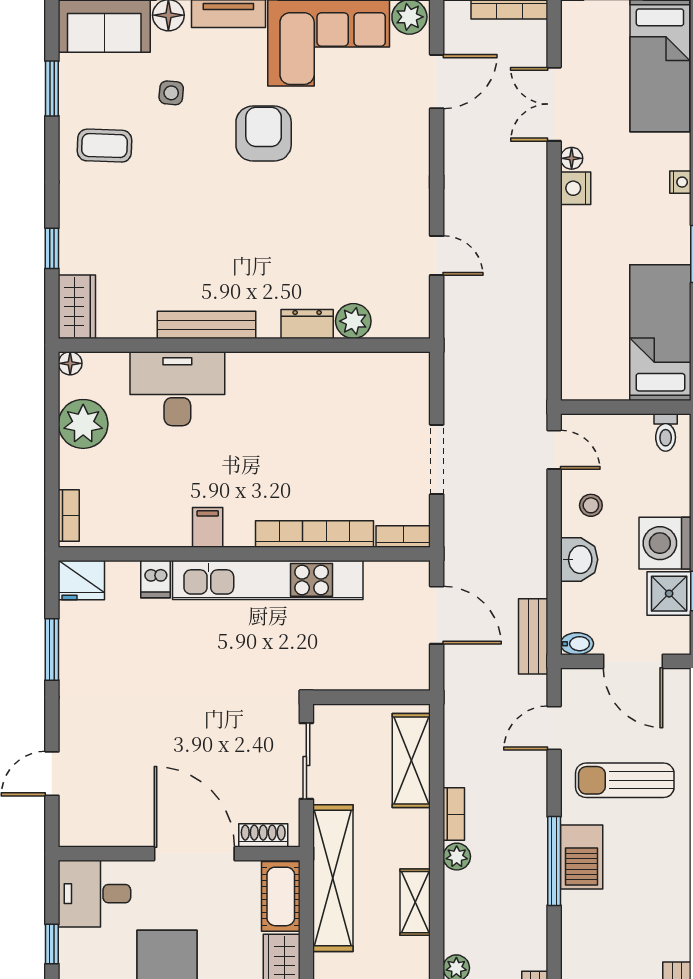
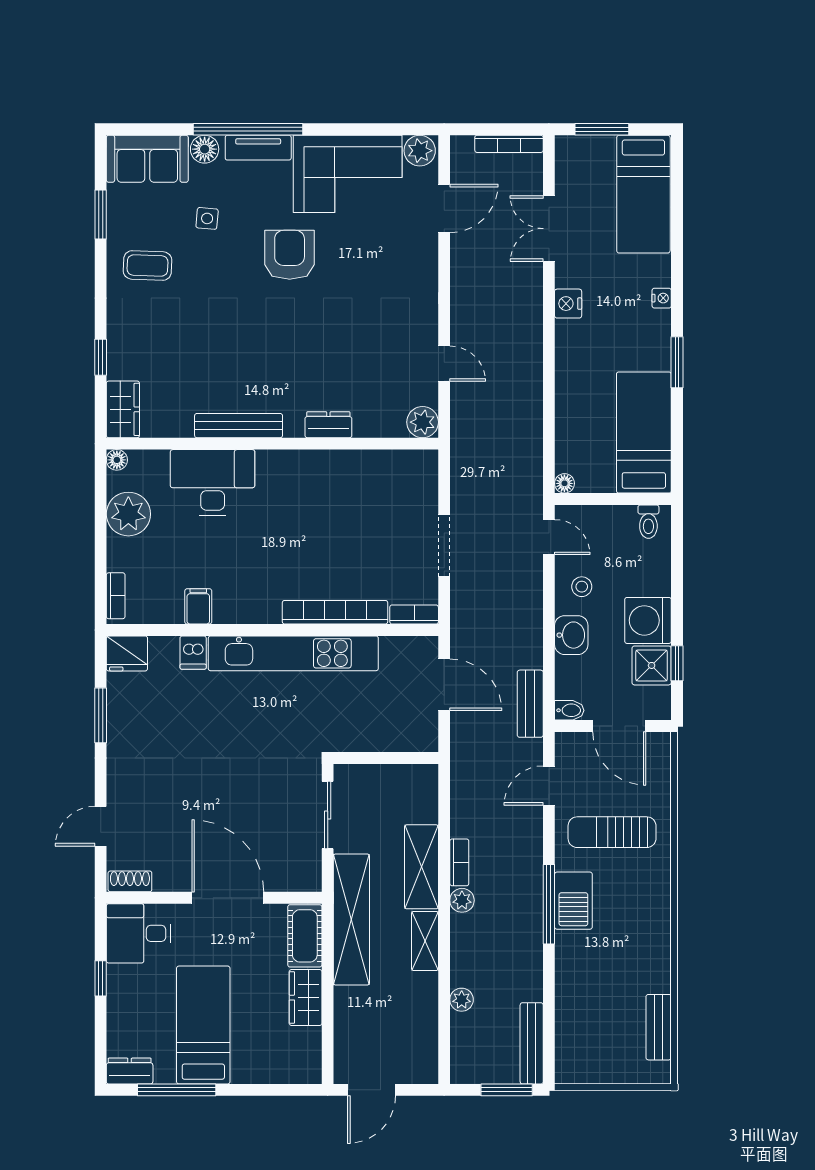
floor lamp: (572, 158) -> (564, 483), moved
plant: (353, 321) -> (423, 422), moved
filing cabinet: (208, 527) -> (198, 606), moved
shelving: (411, 760) -> (421, 867), moved
shoe rack: (263, 835) -> (130, 881), moved

